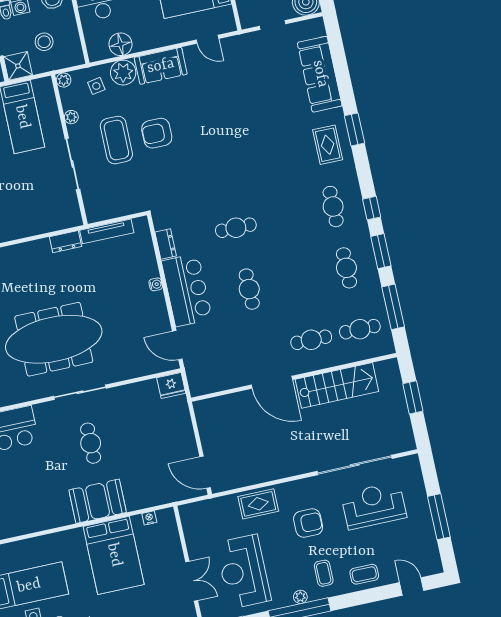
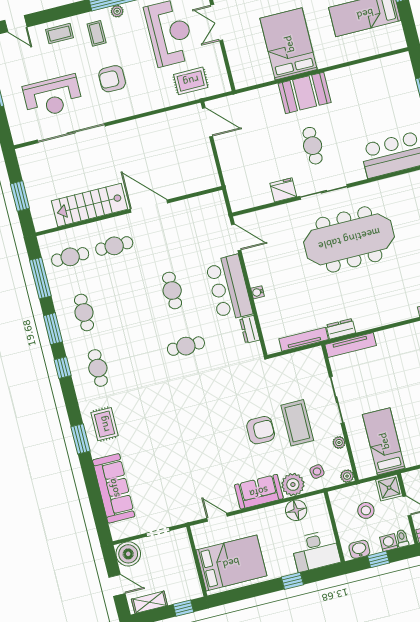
tv unit: (55, 224) -> (351, 345), added
fridge: (171, 385) -> (283, 190), moved
rug: (258, 504) -> (191, 81), moved
nightstand: (149, 518) -> (257, 79), removed

